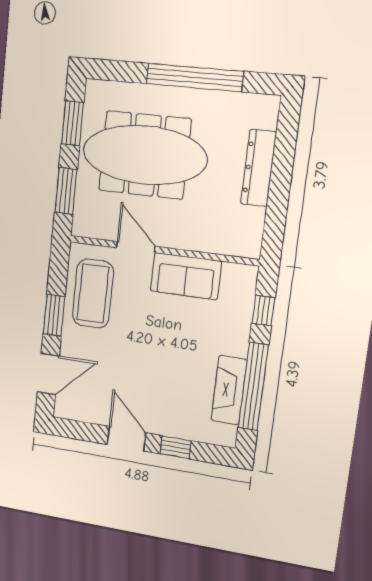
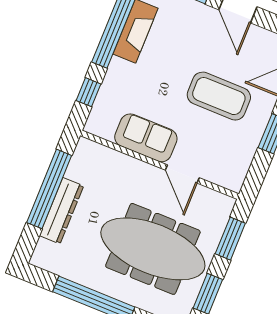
window: (279, 189) -> (49, 189), added
coffee table: (93, 294) -> (219, 96), moved, turned 90

